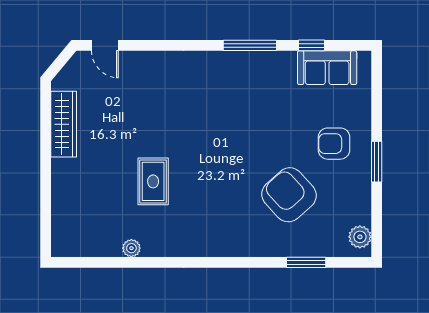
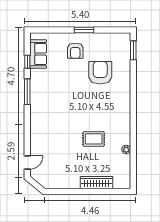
wardrobe: (64, 124) -> (96, 183), moved
armchair: (289, 195) -> (100, 73), turned 132
plant: (360, 237) -> (121, 38), removed
window: (306, 262) -> (133, 50), moved

